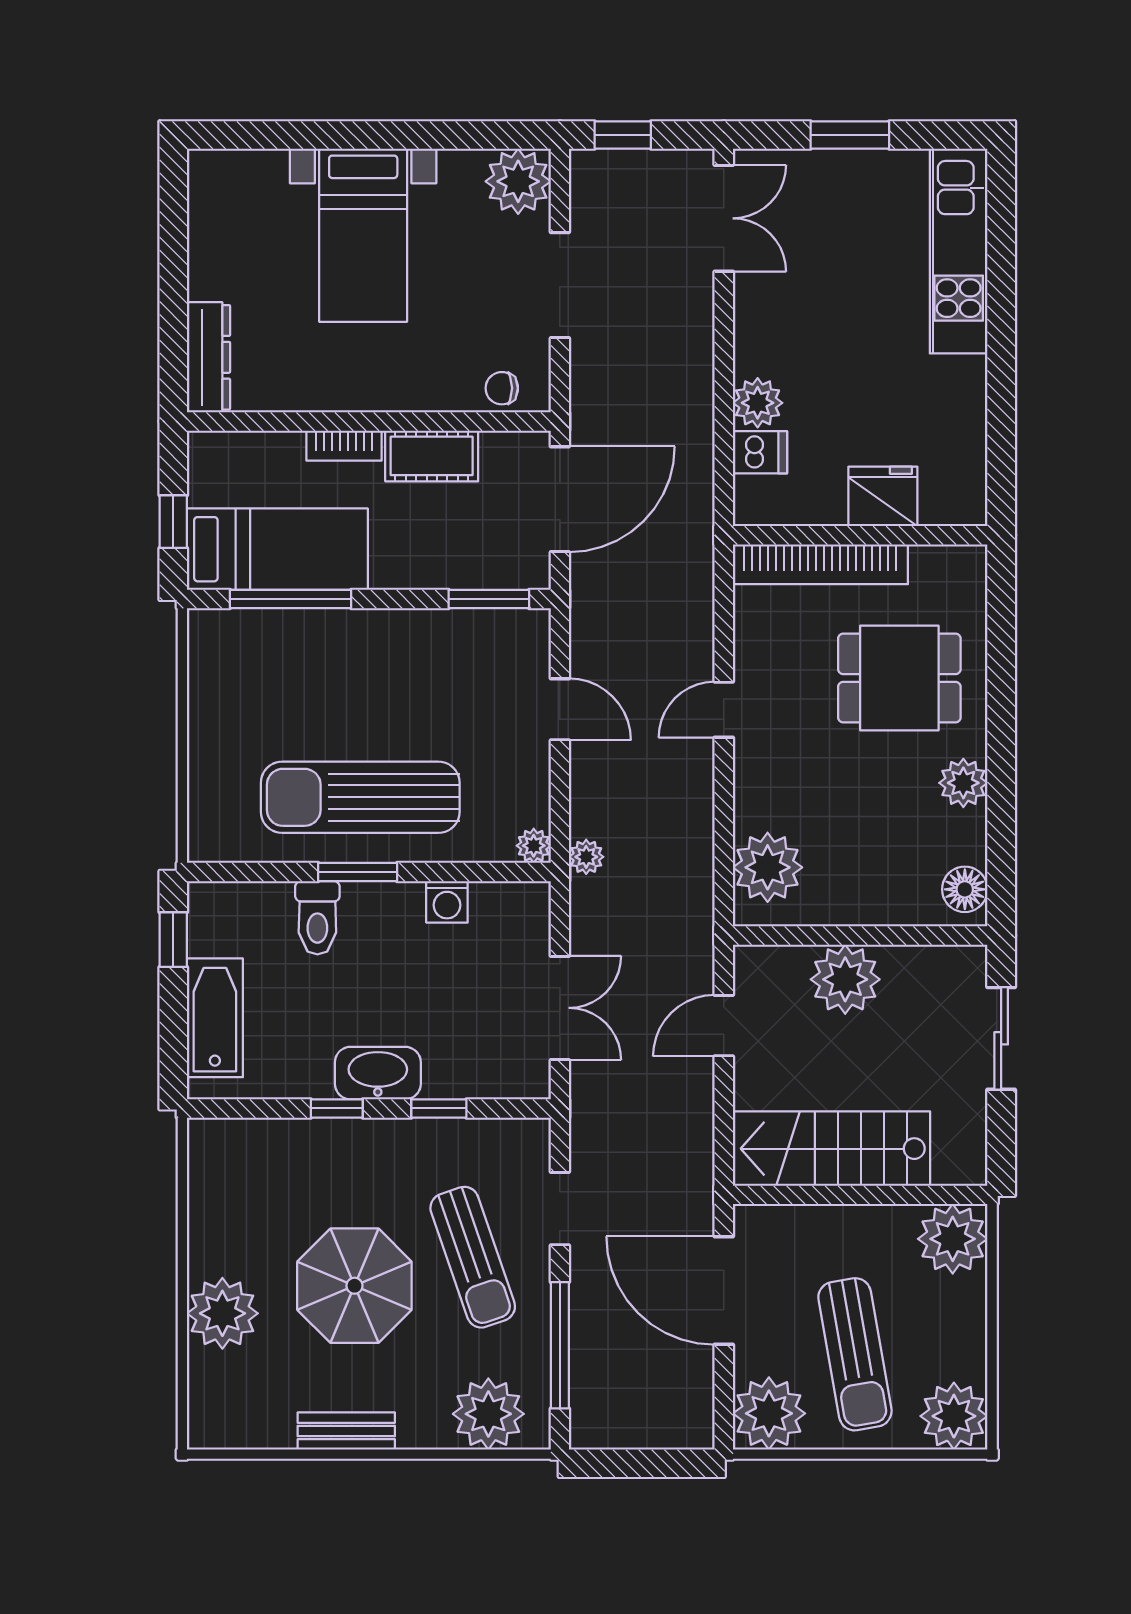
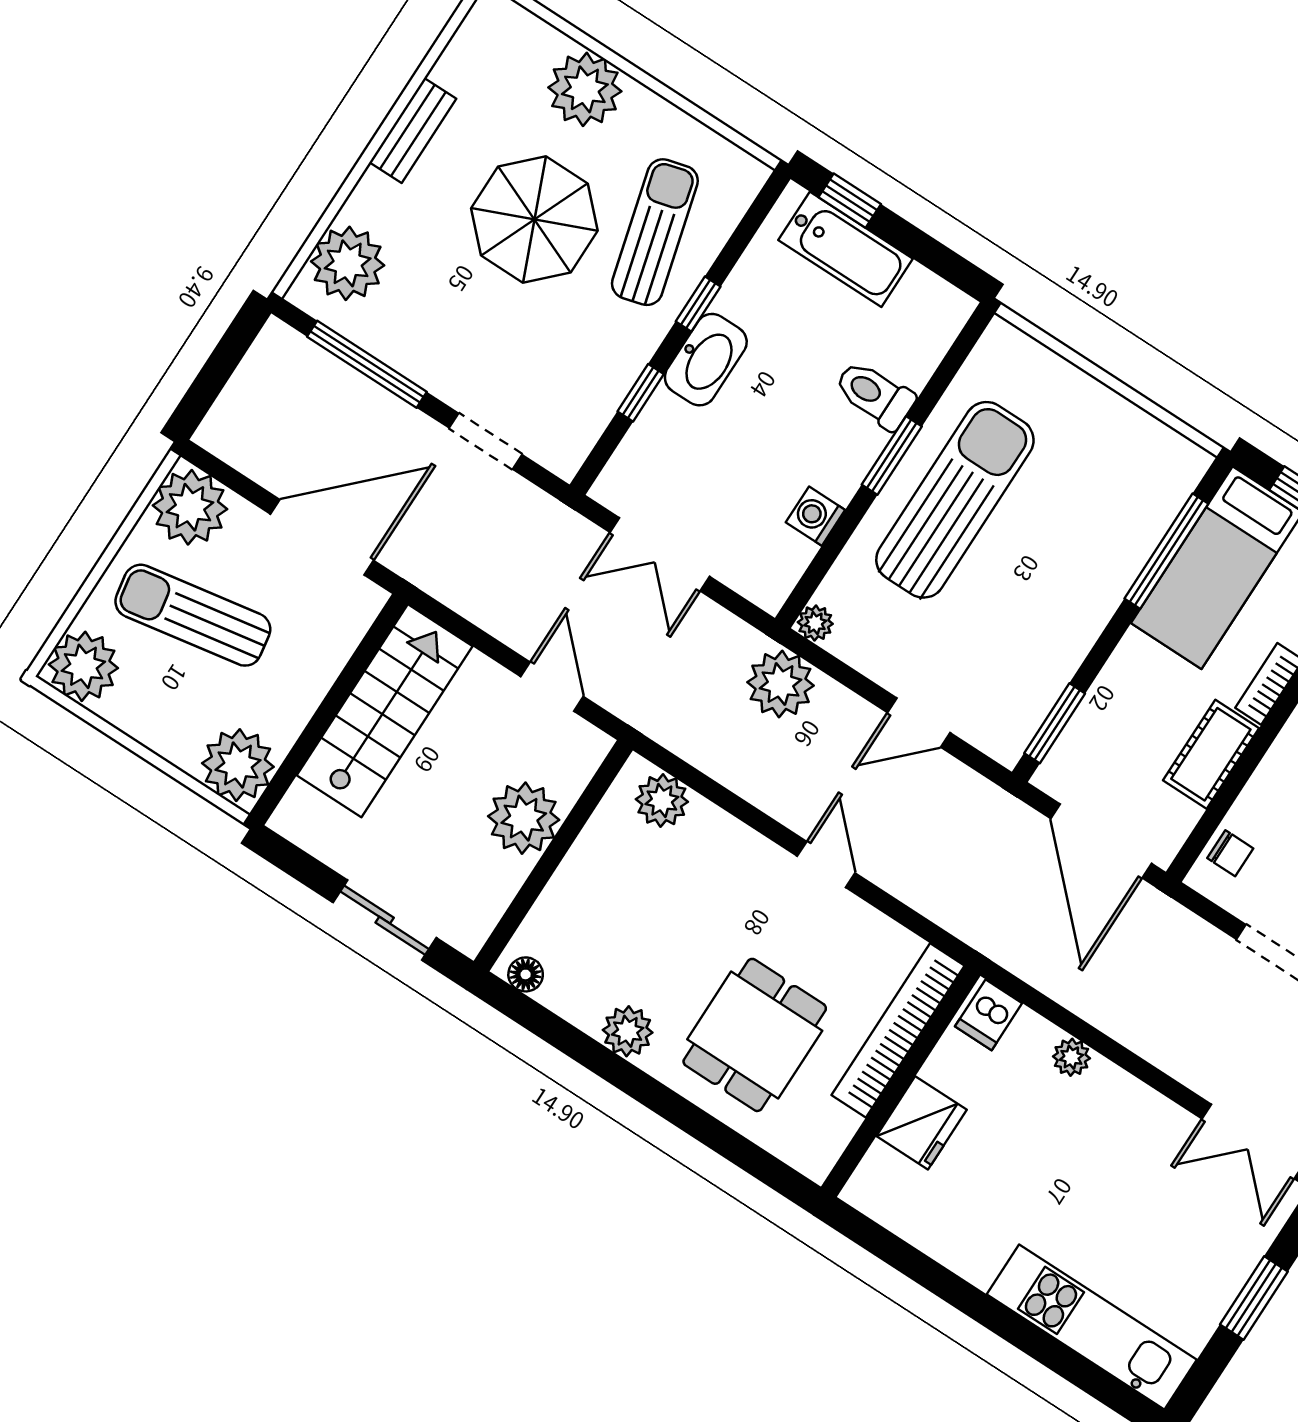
chair: (502, 388) -> (1230, 853), turned 90
plant: (758, 403) -> (1071, 1057), width x0.73, depth x0.73
dishwasher: (760, 452) -> (989, 1015), moved
plant: (586, 857) -> (781, 684), width x1.88, depth x1.88
plant: (768, 867) -> (662, 801), width x0.73, depth x0.73
floor lamp: (965, 889) -> (526, 974), width x0.73, depth x0.73
window: (173, 940) -> (850, 201), moved
sun lounger: (473, 1257) -> (655, 232), moved, turned 94

